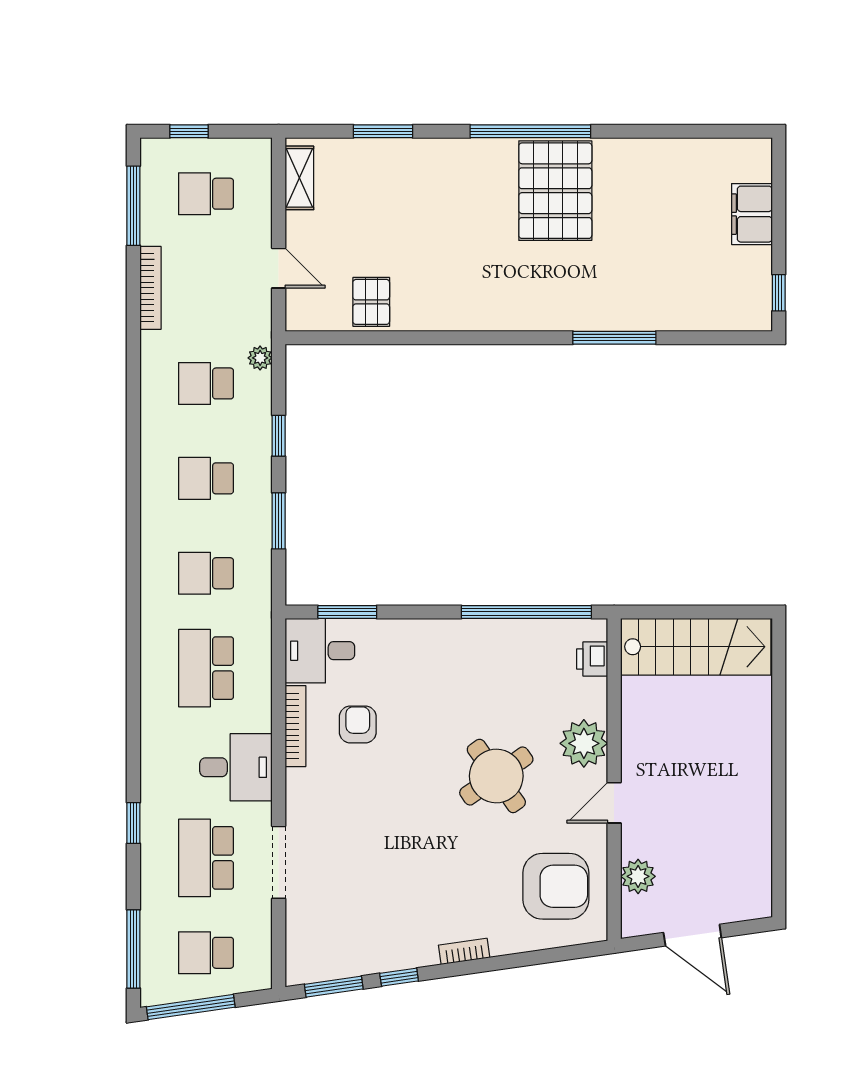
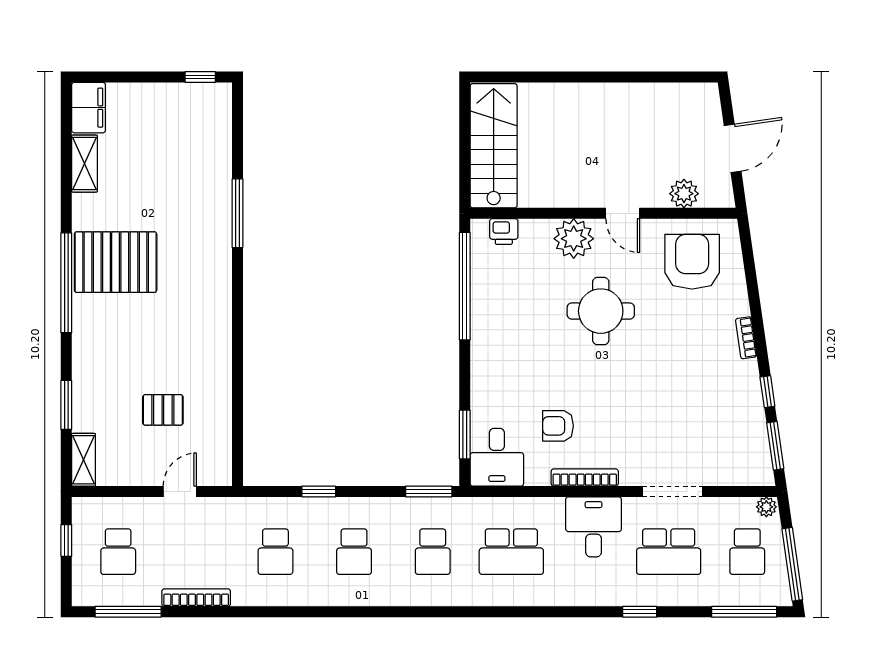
window: (189, 131) -> (66, 540), moved
shelving: (674, 153) -> (85, 164), added
shelving: (299, 178) -> (84, 460), moved, turned 90
filing cabinet: (752, 214) -> (89, 108), moved, turned -90
pallet: (371, 302) -> (163, 410), moved
plant: (260, 358) -> (766, 507), moved
window: (279, 521) -> (429, 491), moved
bookcase: (295, 726) -> (585, 478), moved
round table: (496, 776) -> (601, 311), turned 35

